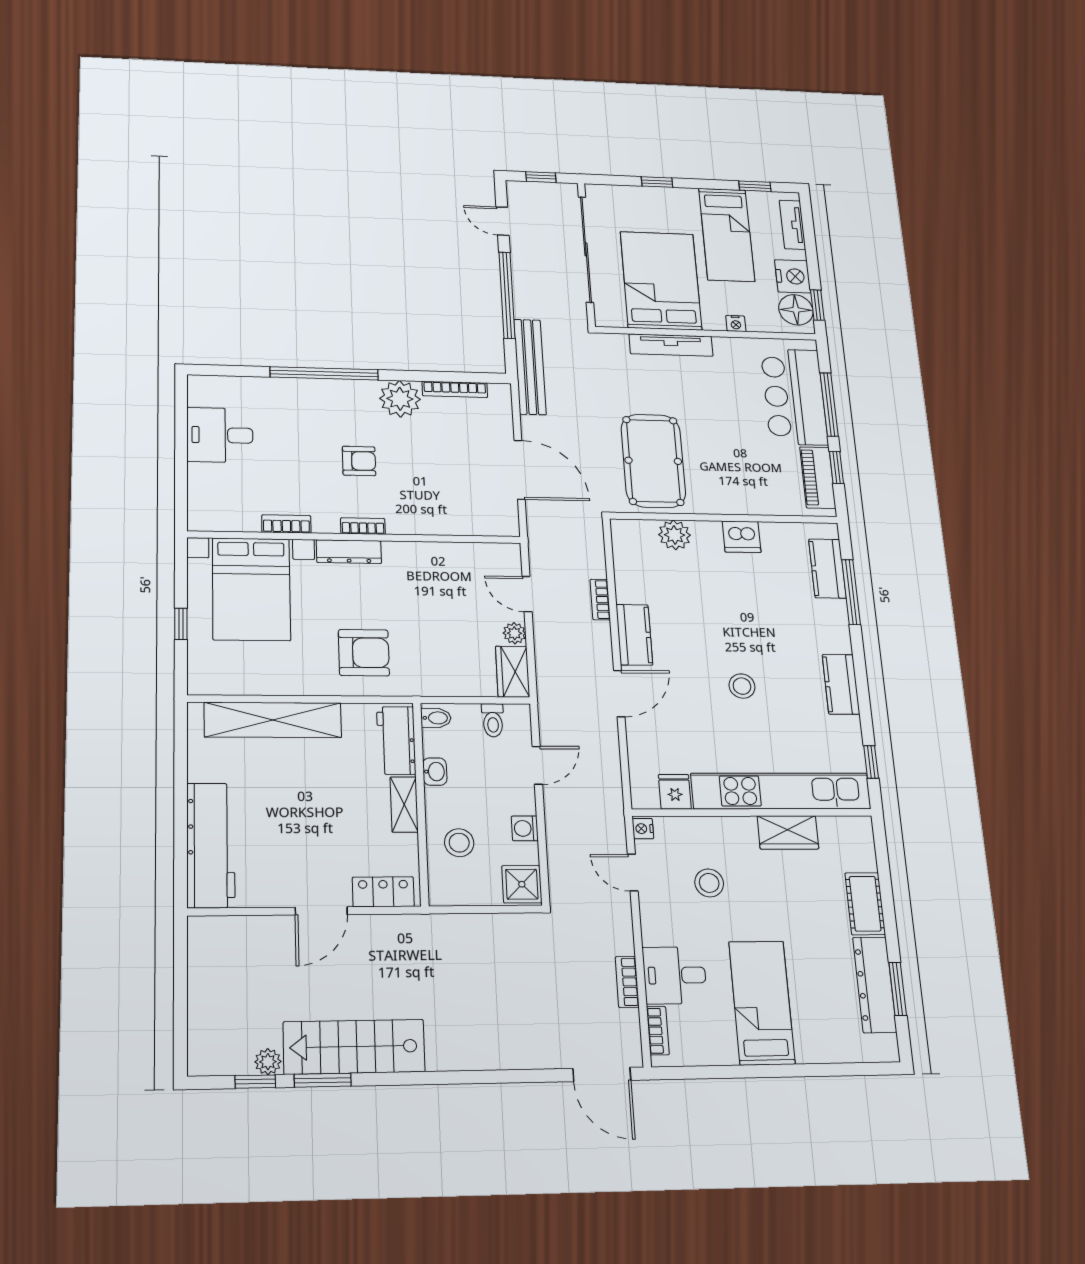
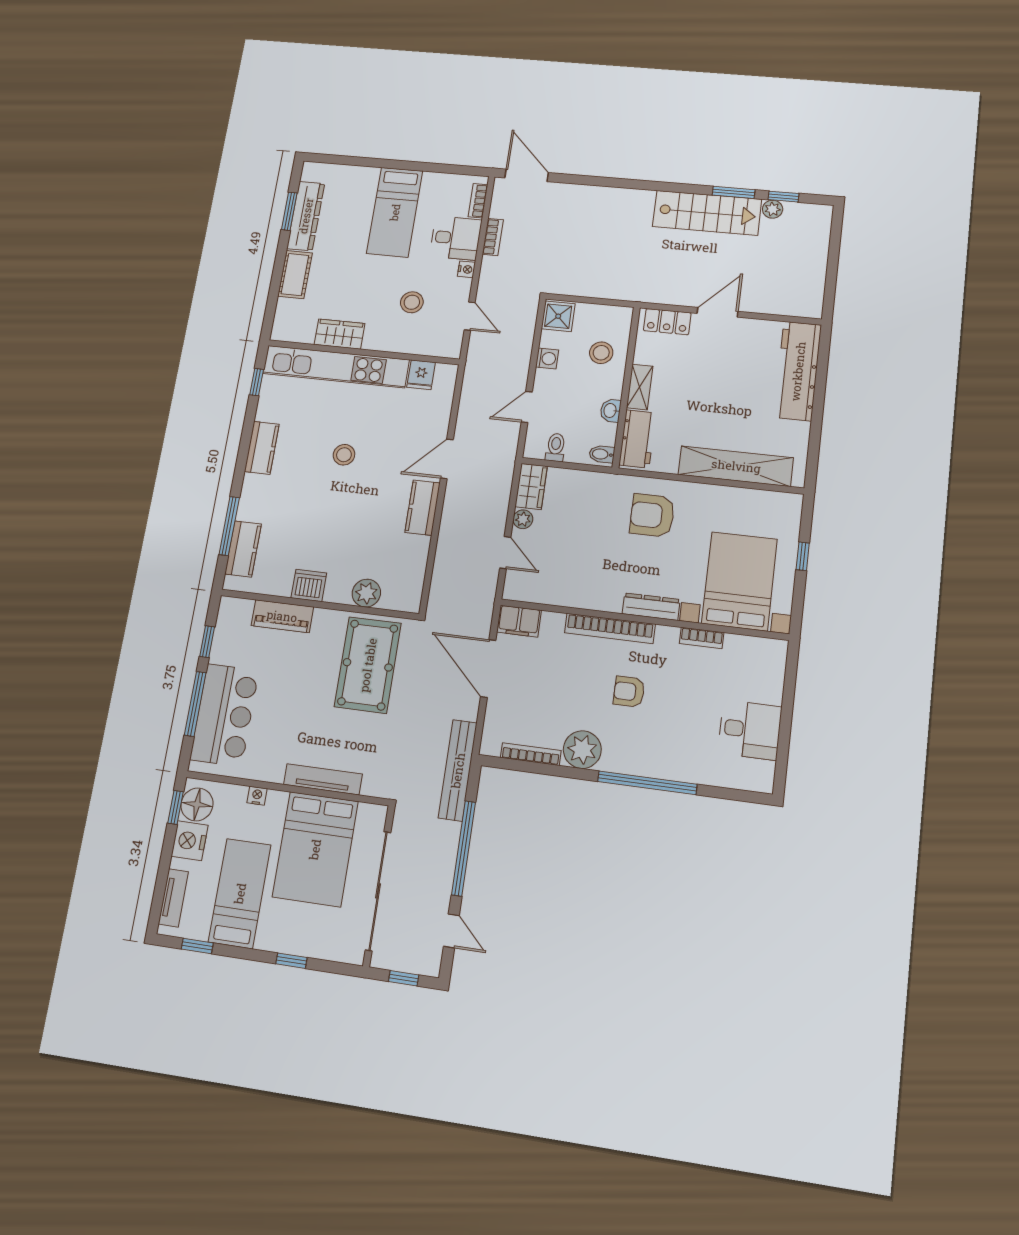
piano: (818, 478) -> (282, 616), moved, turned 90
filing cabinet: (496, 522) -> (519, 621), added
bookcase: (363, 526) -> (610, 628), width x2.31, depth x1.31
bookcase: (600, 600) -> (444, 541), removed
nightstand: (643, 829) -> (466, 269), moved

